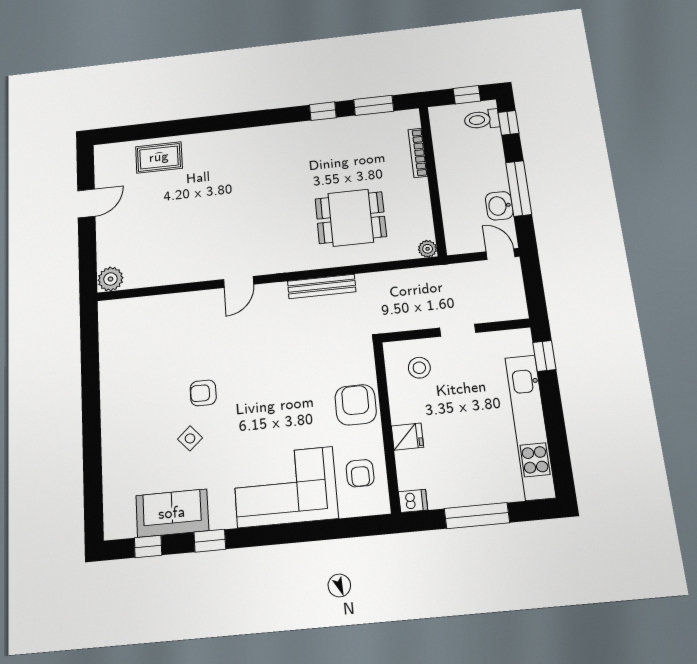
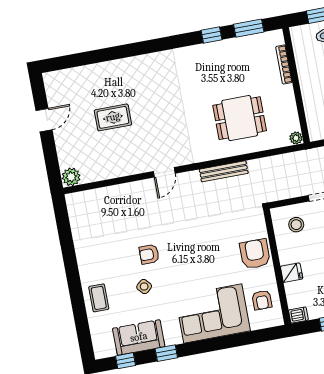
rug: (159, 157) -> (113, 117), moved
coffee table: (123, 449) -> (99, 298), added

